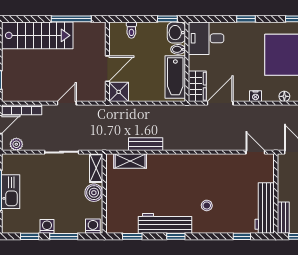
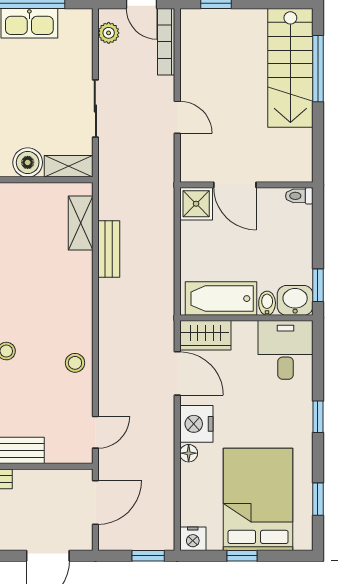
window: (71, 19) -> (318, 69), moved
toilet: (131, 30) -> (299, 196), moved
nightstand: (256, 96) -> (196, 424), width x1.89, depth x1.79
floor lamp: (284, 96) -> (189, 453), moved
stool: (214, 164) -> (75, 363), added

